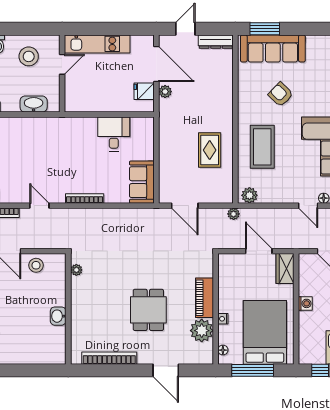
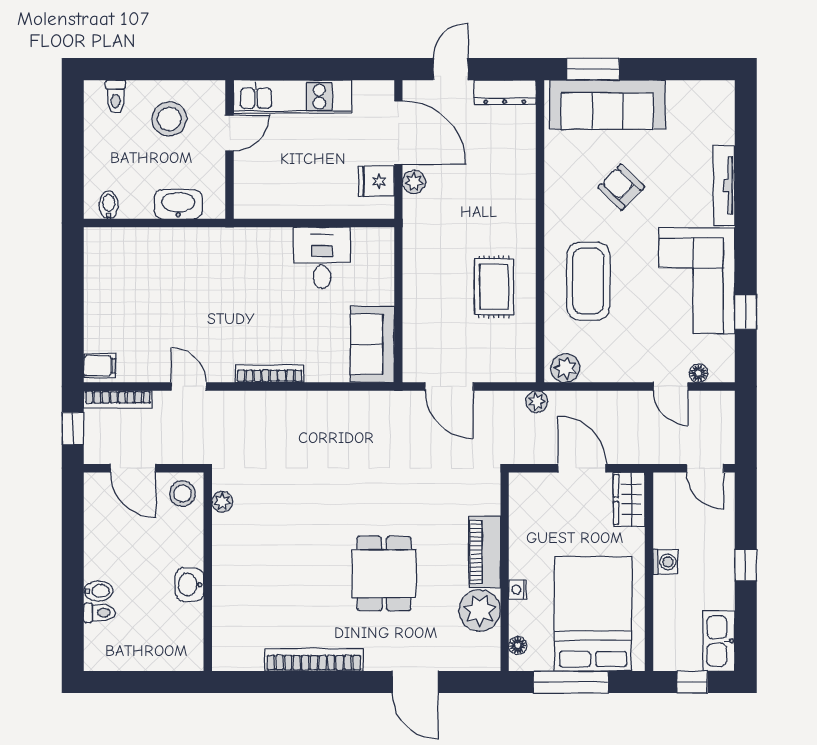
plant: (76, 270) -> (222, 502), moved
wall: (68, 309) -> (208, 572), moved
washbasin: (58, 316) -> (190, 585), moved

